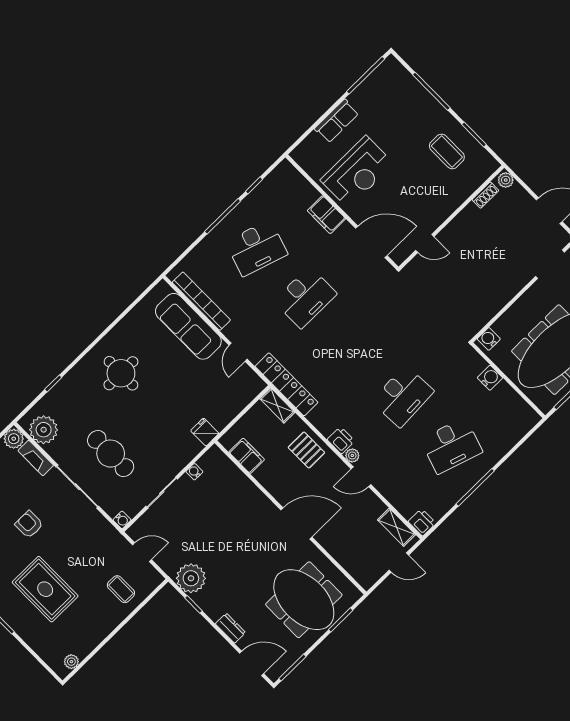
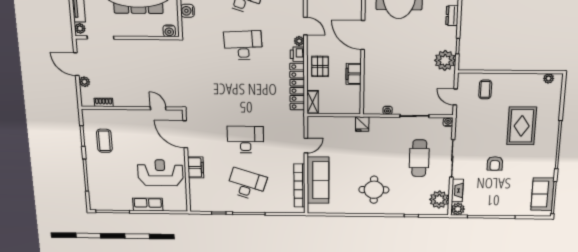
plant: (506, 180) -> (84, 82), moved
locker: (286, 384) -> (297, 87), moved
filing cabinet: (247, 456) -> (354, 74), moved

